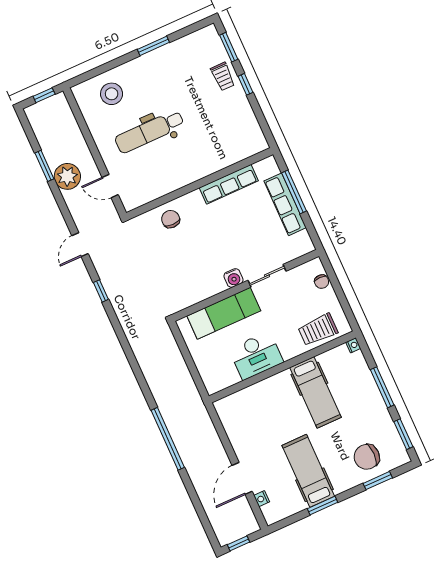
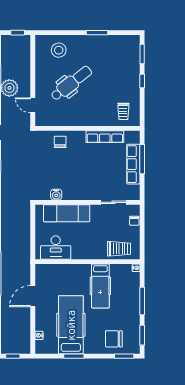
trolley: (223, 76) -> (123, 111), moved
dental chair: (149, 132) -> (71, 83), turned 142
sliding door: (267, 276) -> (114, 202), moved
water cooler: (233, 278) -> (56, 195), moved
trolley: (318, 330) -> (119, 249), turned 180
desk: (256, 356) -> (56, 248), moved
hospital bed: (308, 471) -> (71, 325), width x1.37, depth x1.29
door: (242, 478) -> (33, 296), moved
window: (378, 481) -> (124, 356), moved

